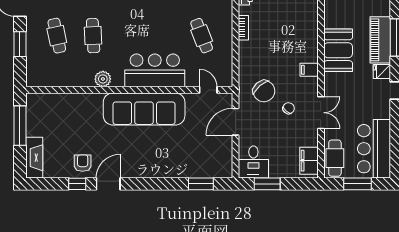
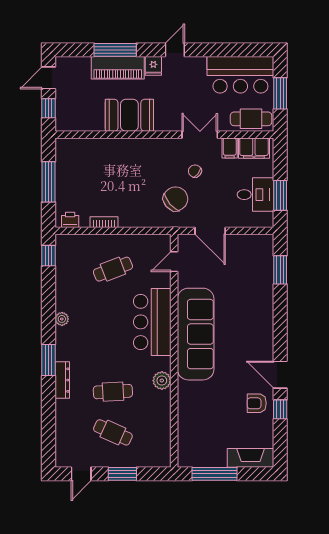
cafe table: (57, 36) -> (113, 432), turned 36
filing cabinet: (309, 70) -> (230, 148), moved
desk: (253, 162) -> (255, 195), moved

